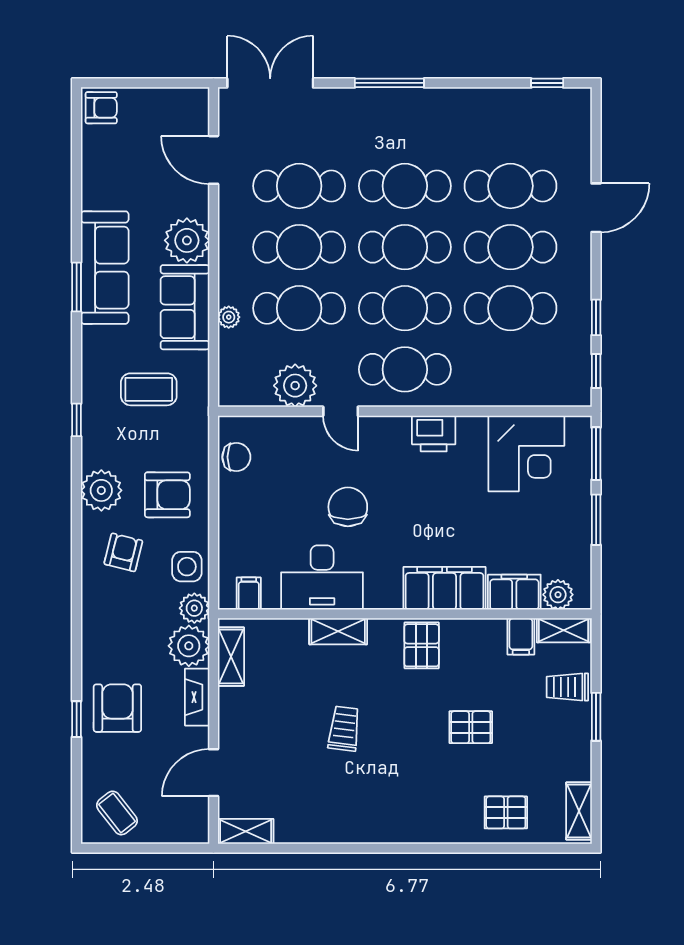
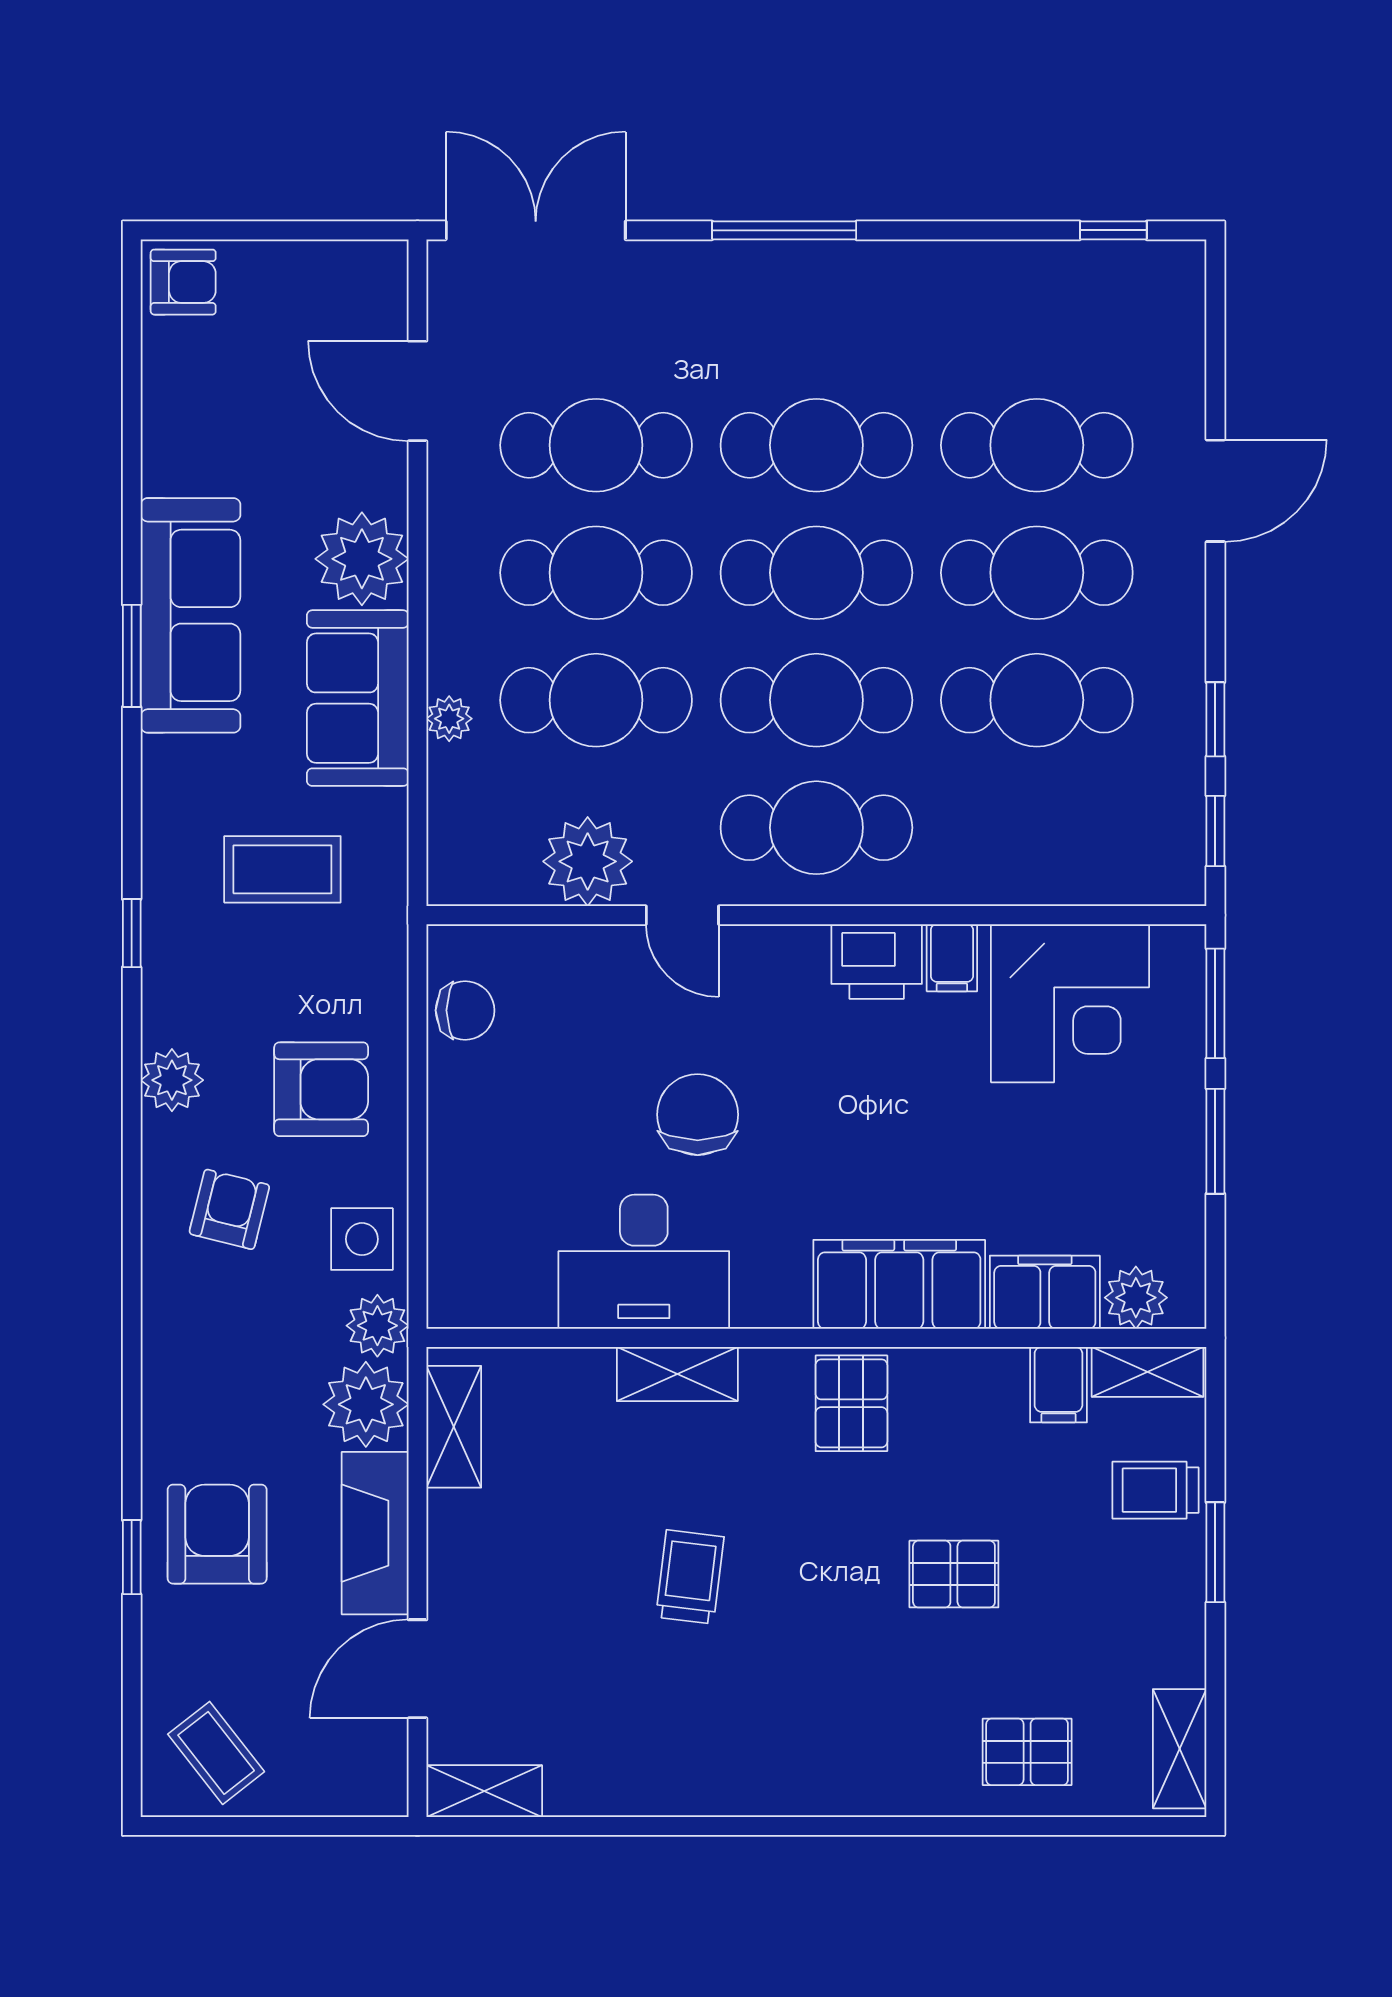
plant: (101, 490) -> (172, 1080), width x0.73, depth x0.73
filing cabinet: (249, 594) -> (952, 958), moved, turned 180
fireplace: (197, 697) -> (375, 1533), width x1.37, depth x1.32

